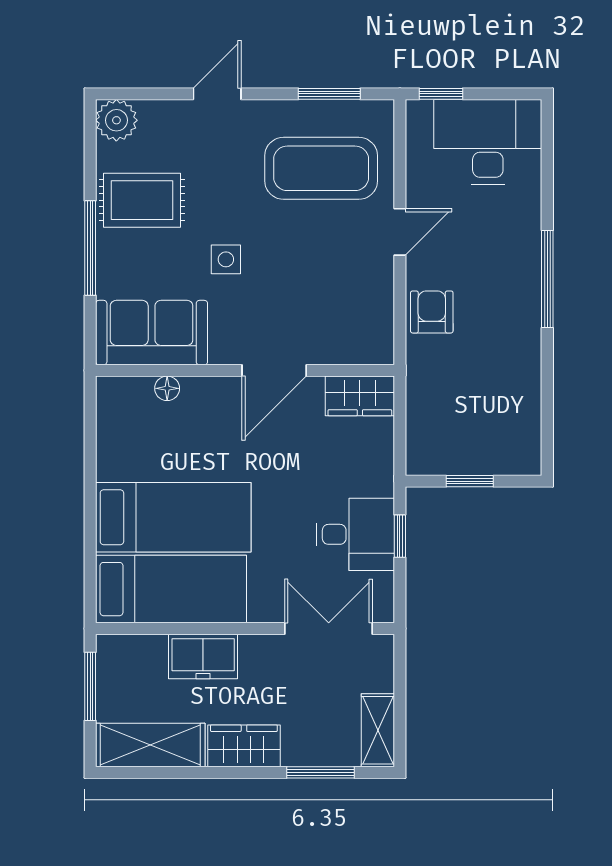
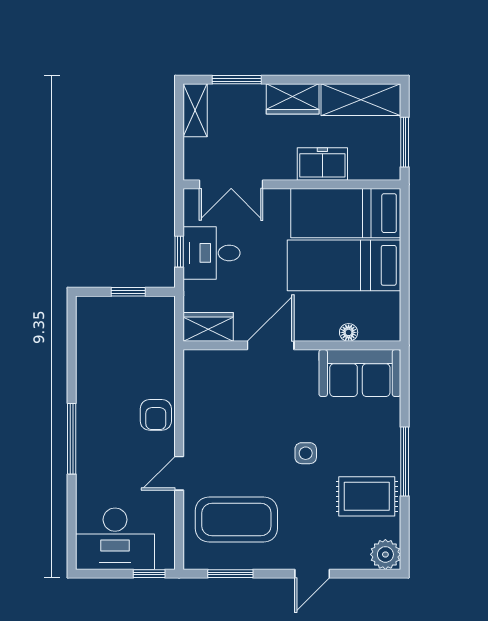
sofa: (152, 333) -> (360, 373), moved
wall: (245, 370) -> (292, 345), moved
door: (274, 370) -> (271, 345), moved
floor lamp: (167, 388) -> (349, 332), moved
wardrobe: (360, 396) -> (208, 327), moved

